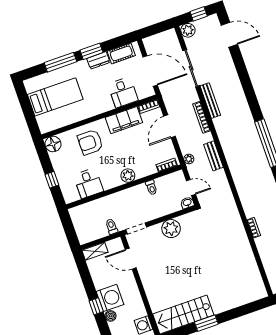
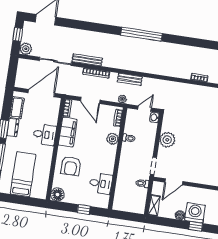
desk: (123, 92) -> (45, 135), moved
plant: (128, 176) -> (112, 139), moved
boiler: (111, 316) -> (180, 215), moved

